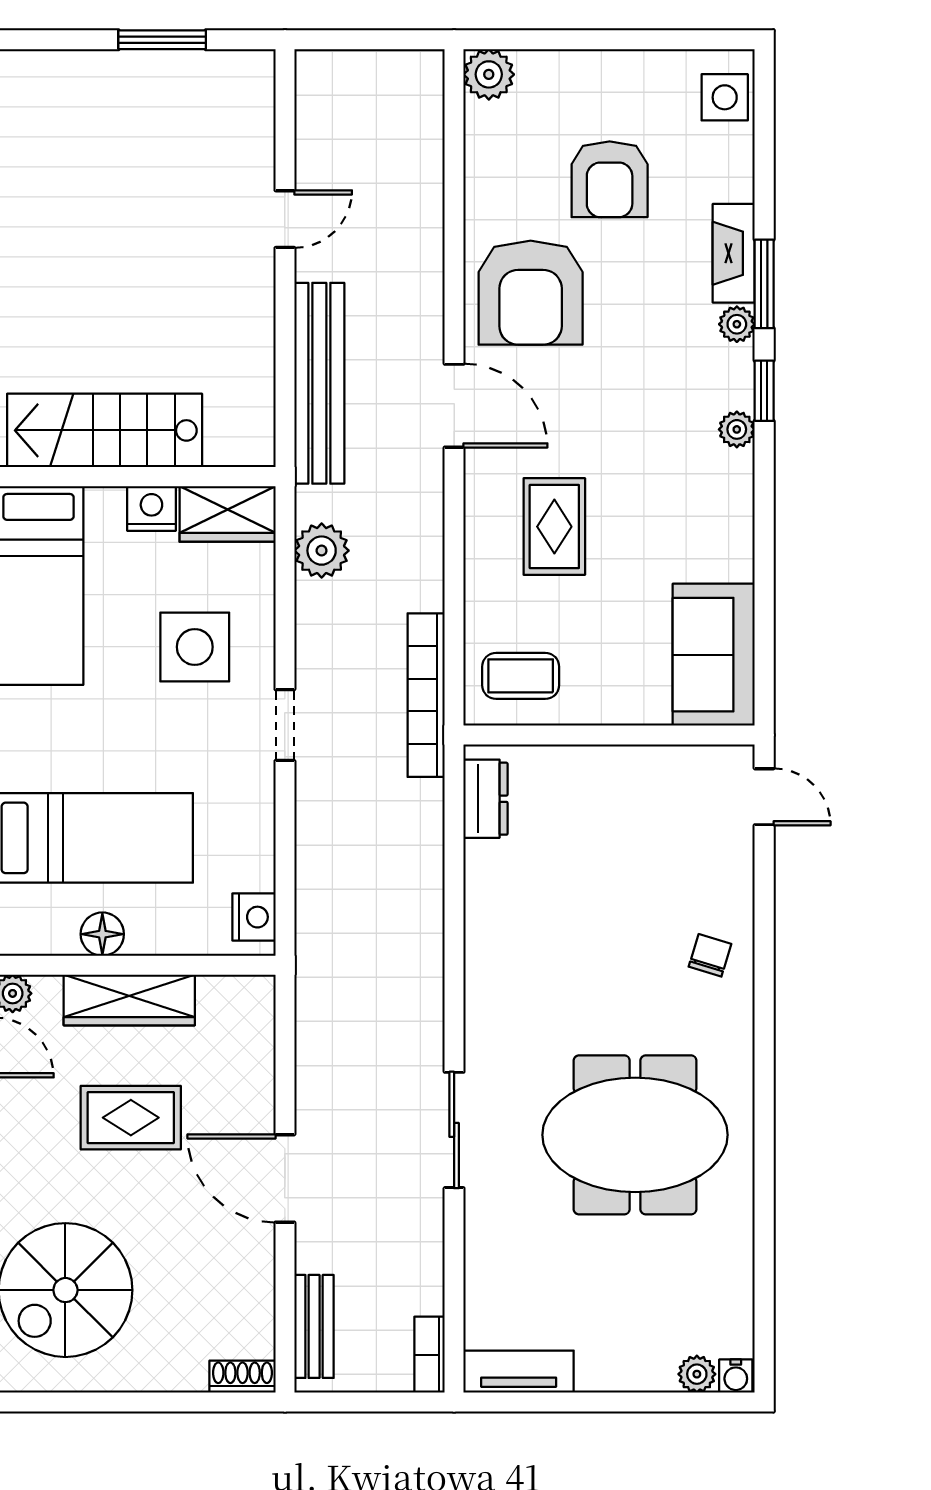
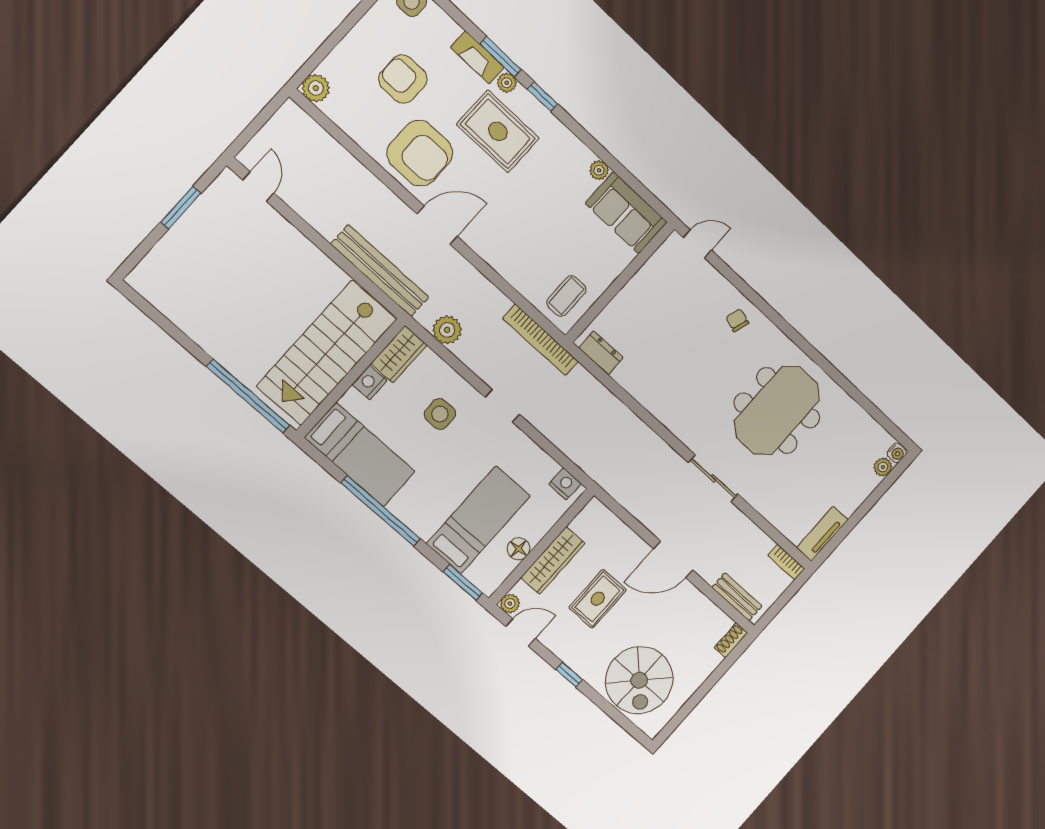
armchair: (610, 179) -> (403, 79), turned 180
door: (285, 219) -> (258, 186), moved
plant: (737, 429) -> (599, 170), moved
stairs: (105, 430) -> (327, 353), width x1.36, depth x1.51
rug: (554, 527) -> (498, 131), moved, width x1.36, depth x1.43
side table: (195, 647) -> (440, 414), width x0.73, depth x0.73

